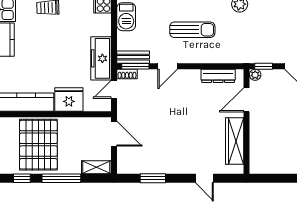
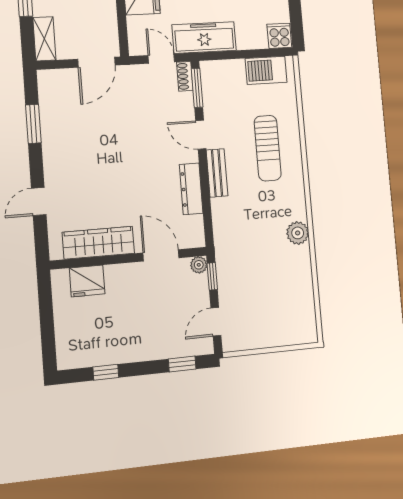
sun lounger: (192, 30) -> (268, 148), moved
bench: (133, 57) -> (217, 173), moved
dresser: (218, 76) -> (191, 189), moved
fridge: (259, 150) -> (87, 281), added

